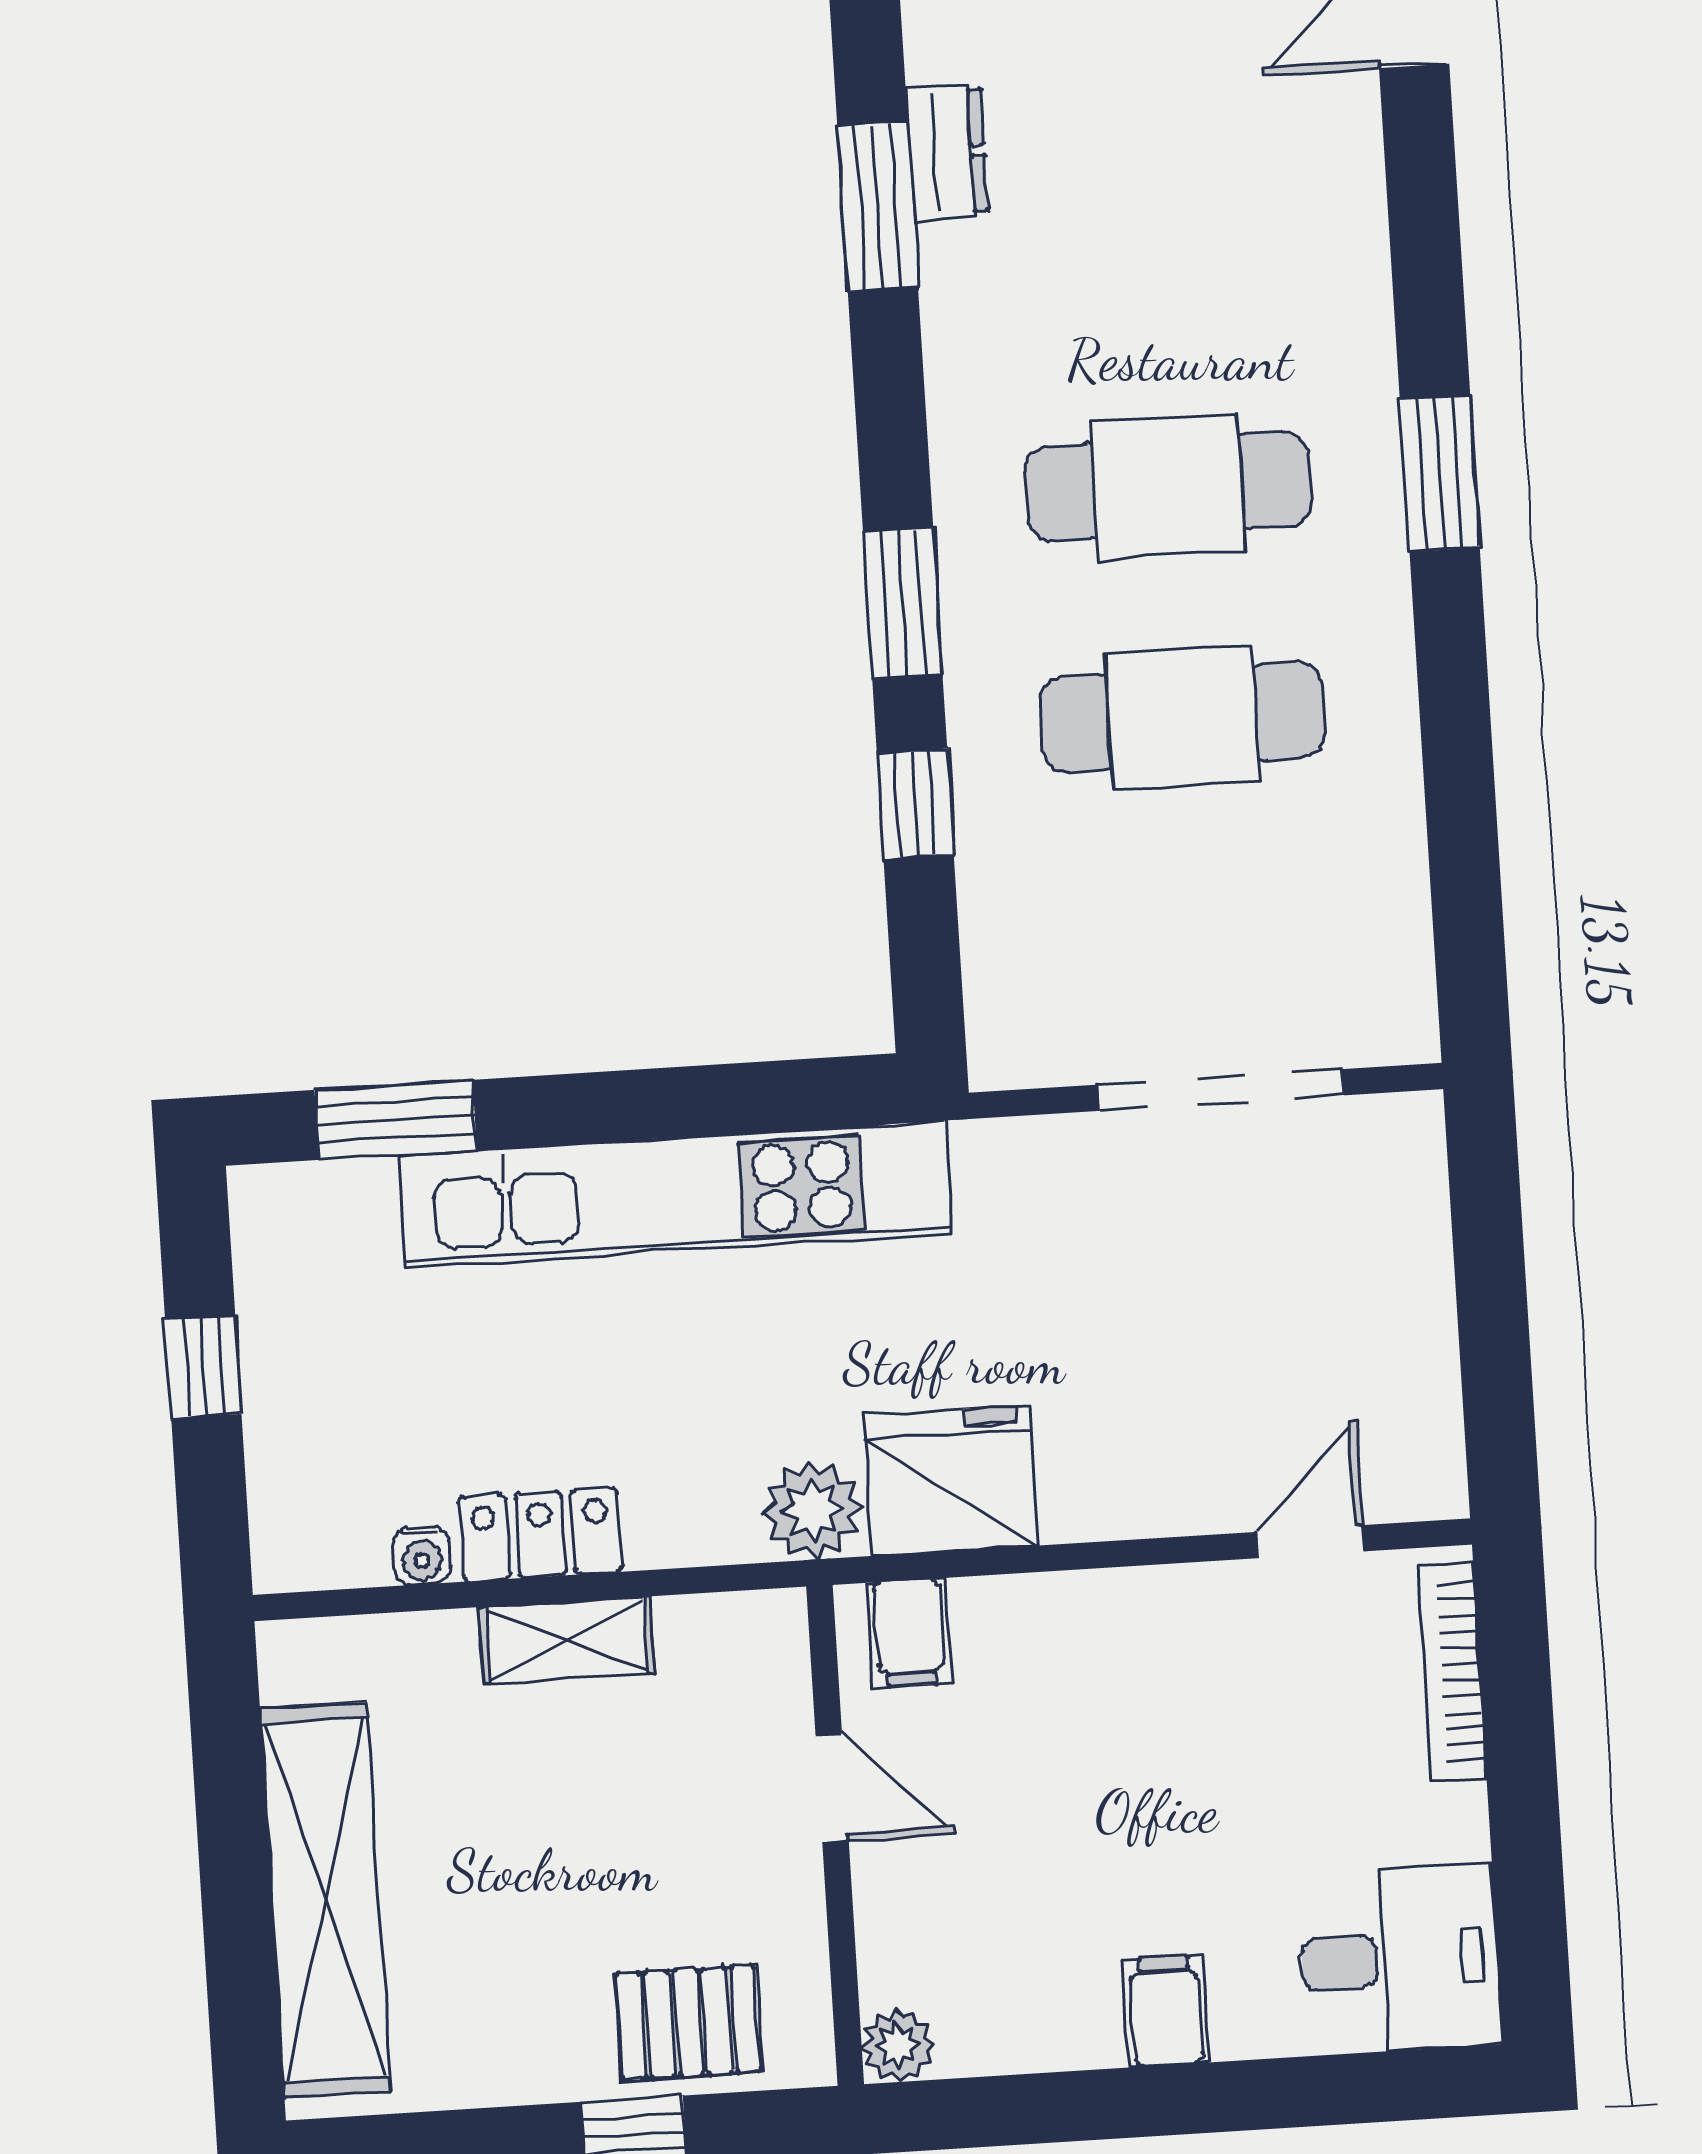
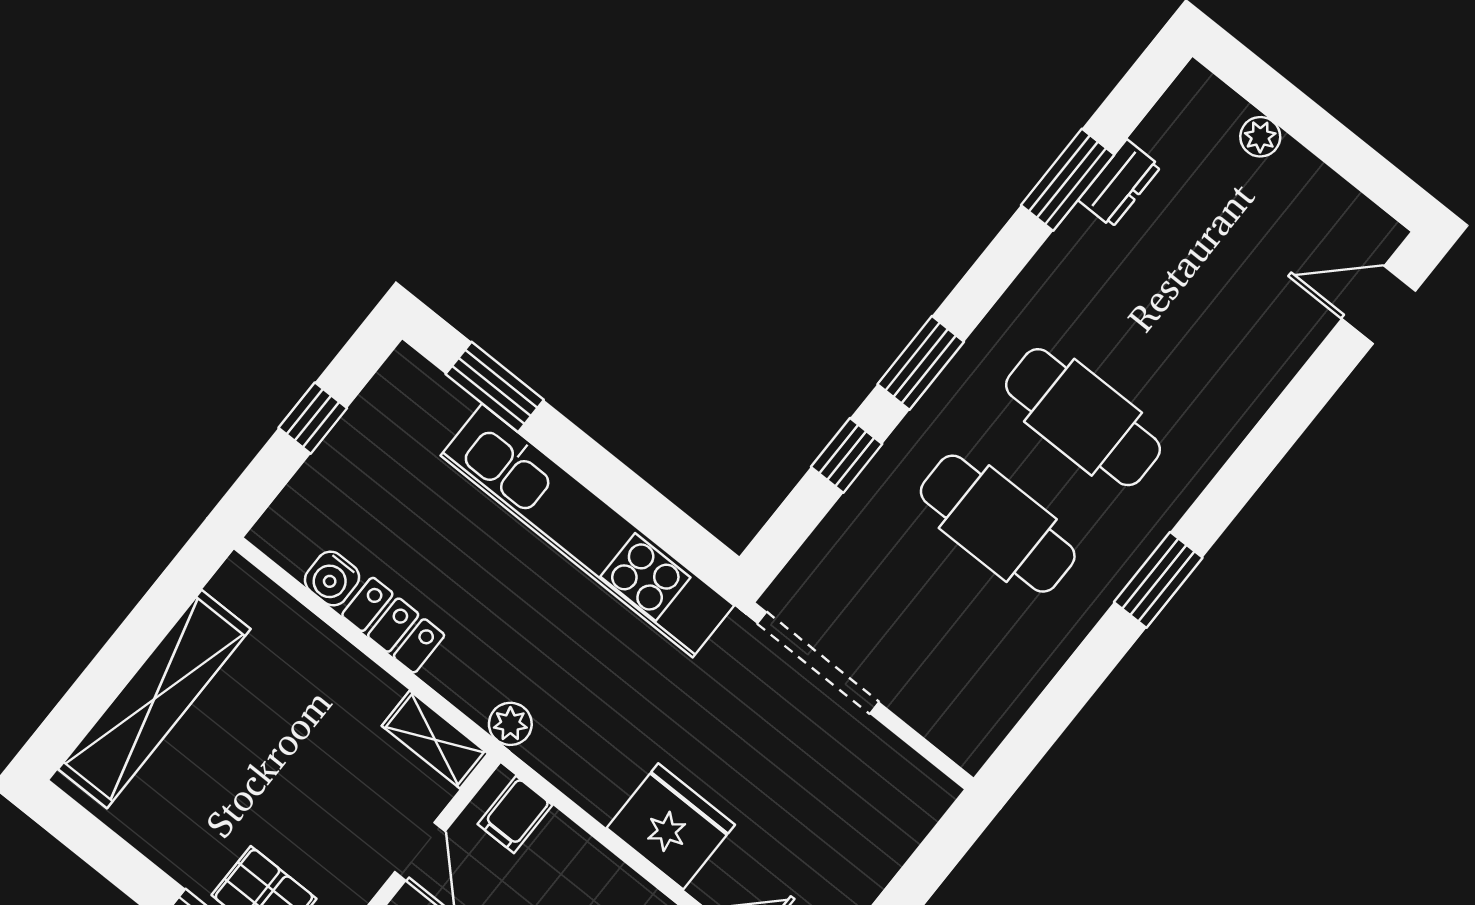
window: (1440, 474) -> (1158, 580), moved
doorway: (1221, 1090) -> (818, 663), moved
fridge: (951, 1480) -> (671, 826), moved
plant: (812, 1510) -> (510, 724), width x0.73, depth x0.73
water cooler: (422, 1556) -> (332, 578), width x1.38, depth x1.38
shelving: (567, 1640) -> (435, 740), moved

